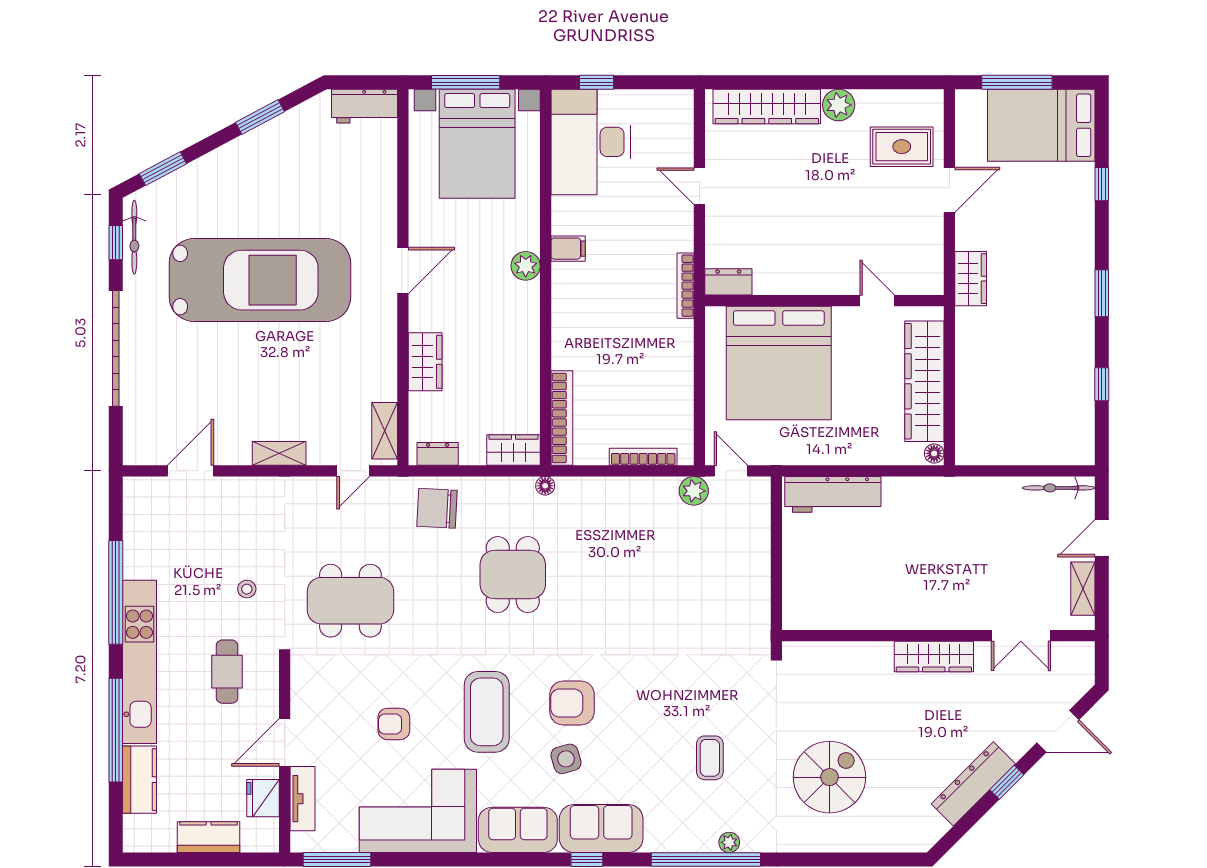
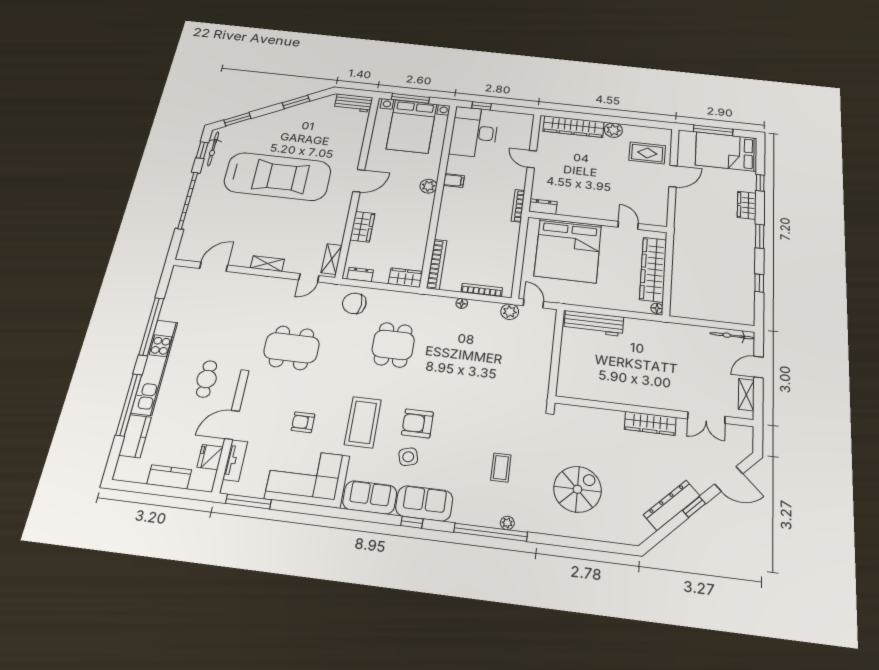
wardrobe: (971, 279) -> (747, 205), moved, turned 180
floor lamp: (545, 486) -> (462, 303), moved
stool: (247, 589) -> (230, 334), removed

